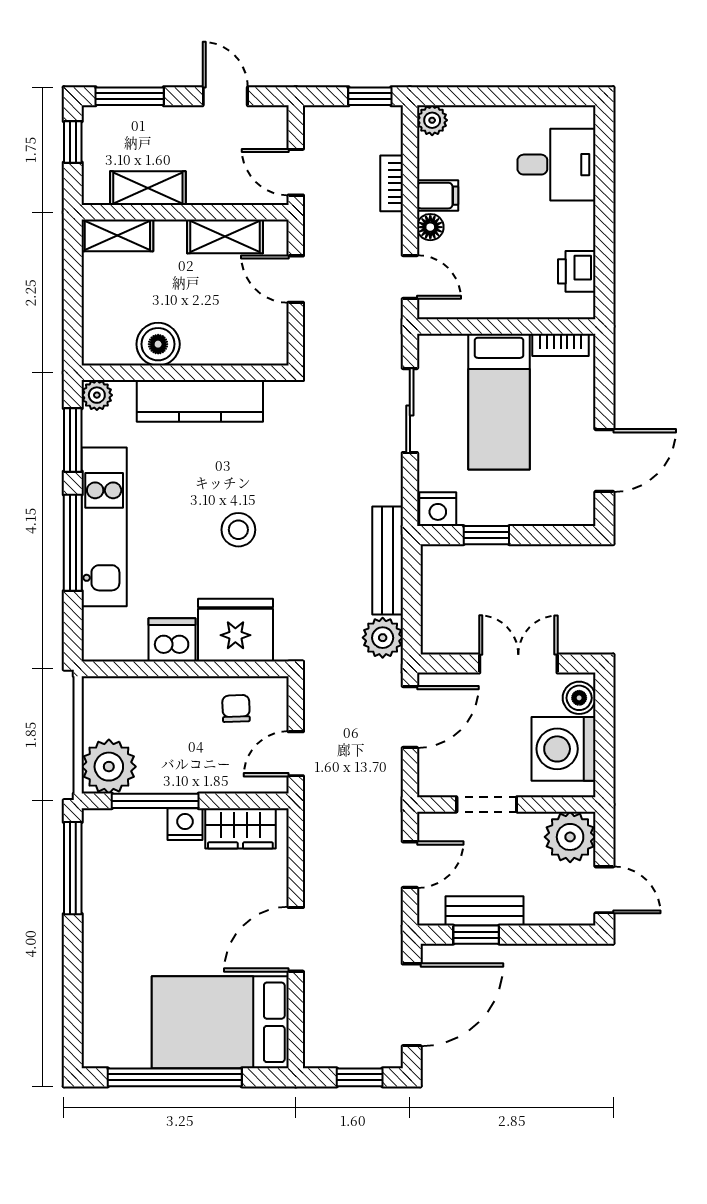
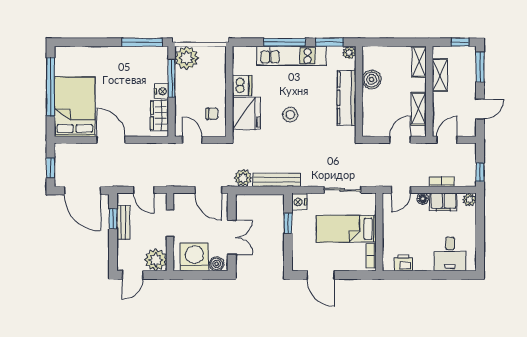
filing cabinet: (438, 196) -> (443, 202), width x2.00

